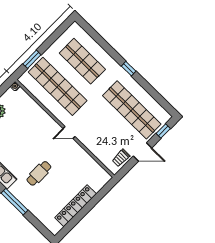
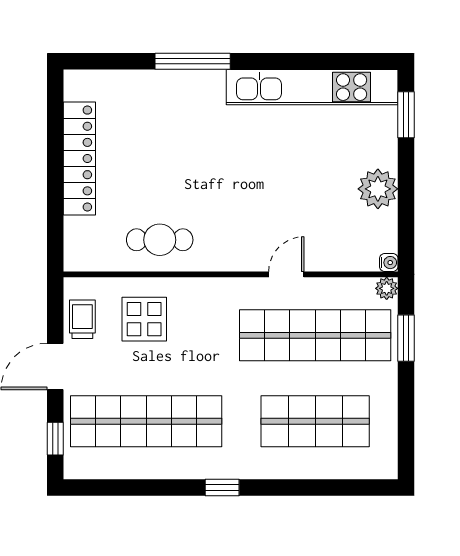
plant: (23, 79) -> (387, 288), added
door: (69, 133) -> (286, 274), moved
display table: (103, 140) -> (144, 319), added
cafe table: (39, 173) -> (160, 240), moved, turned 90

